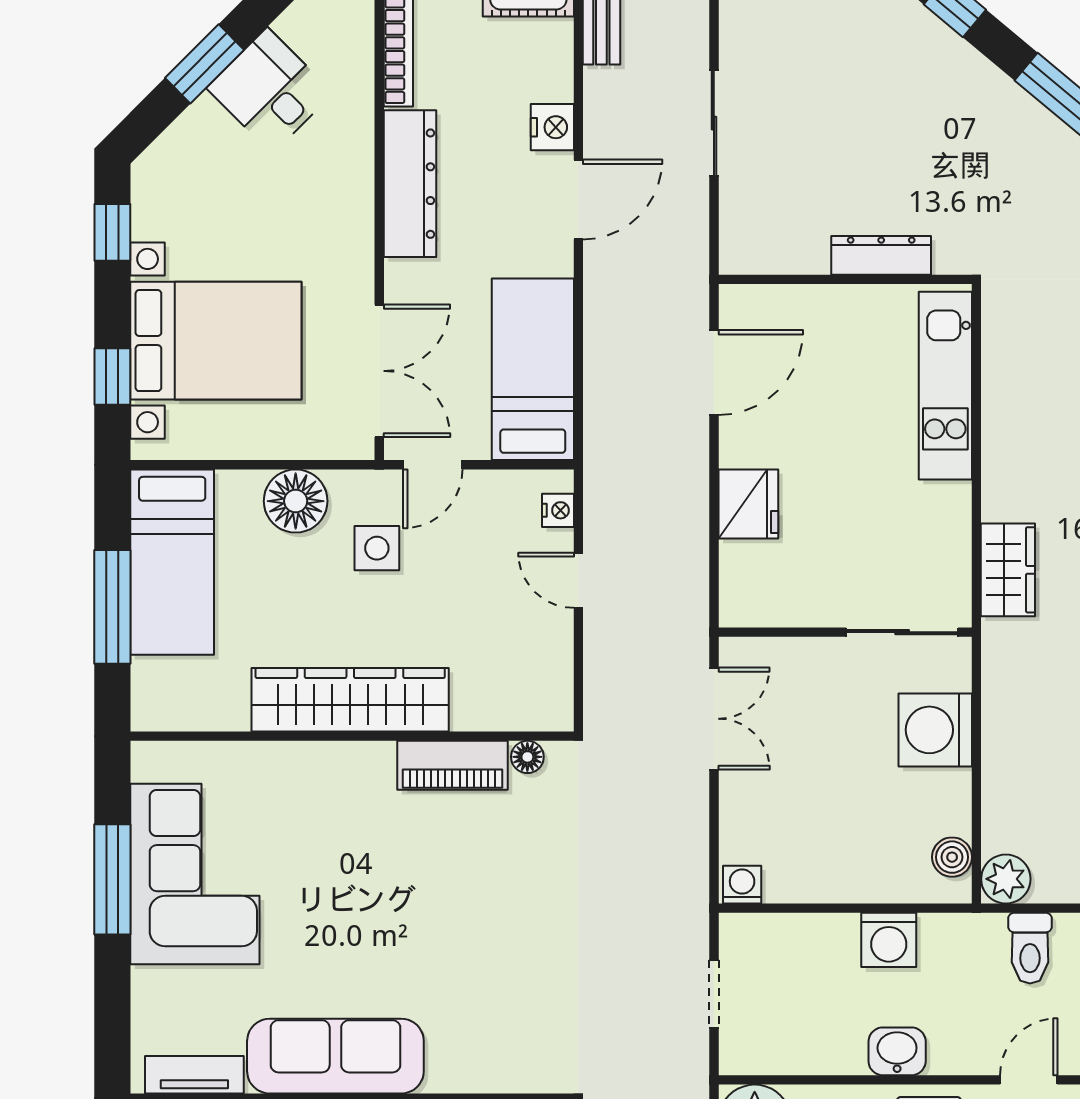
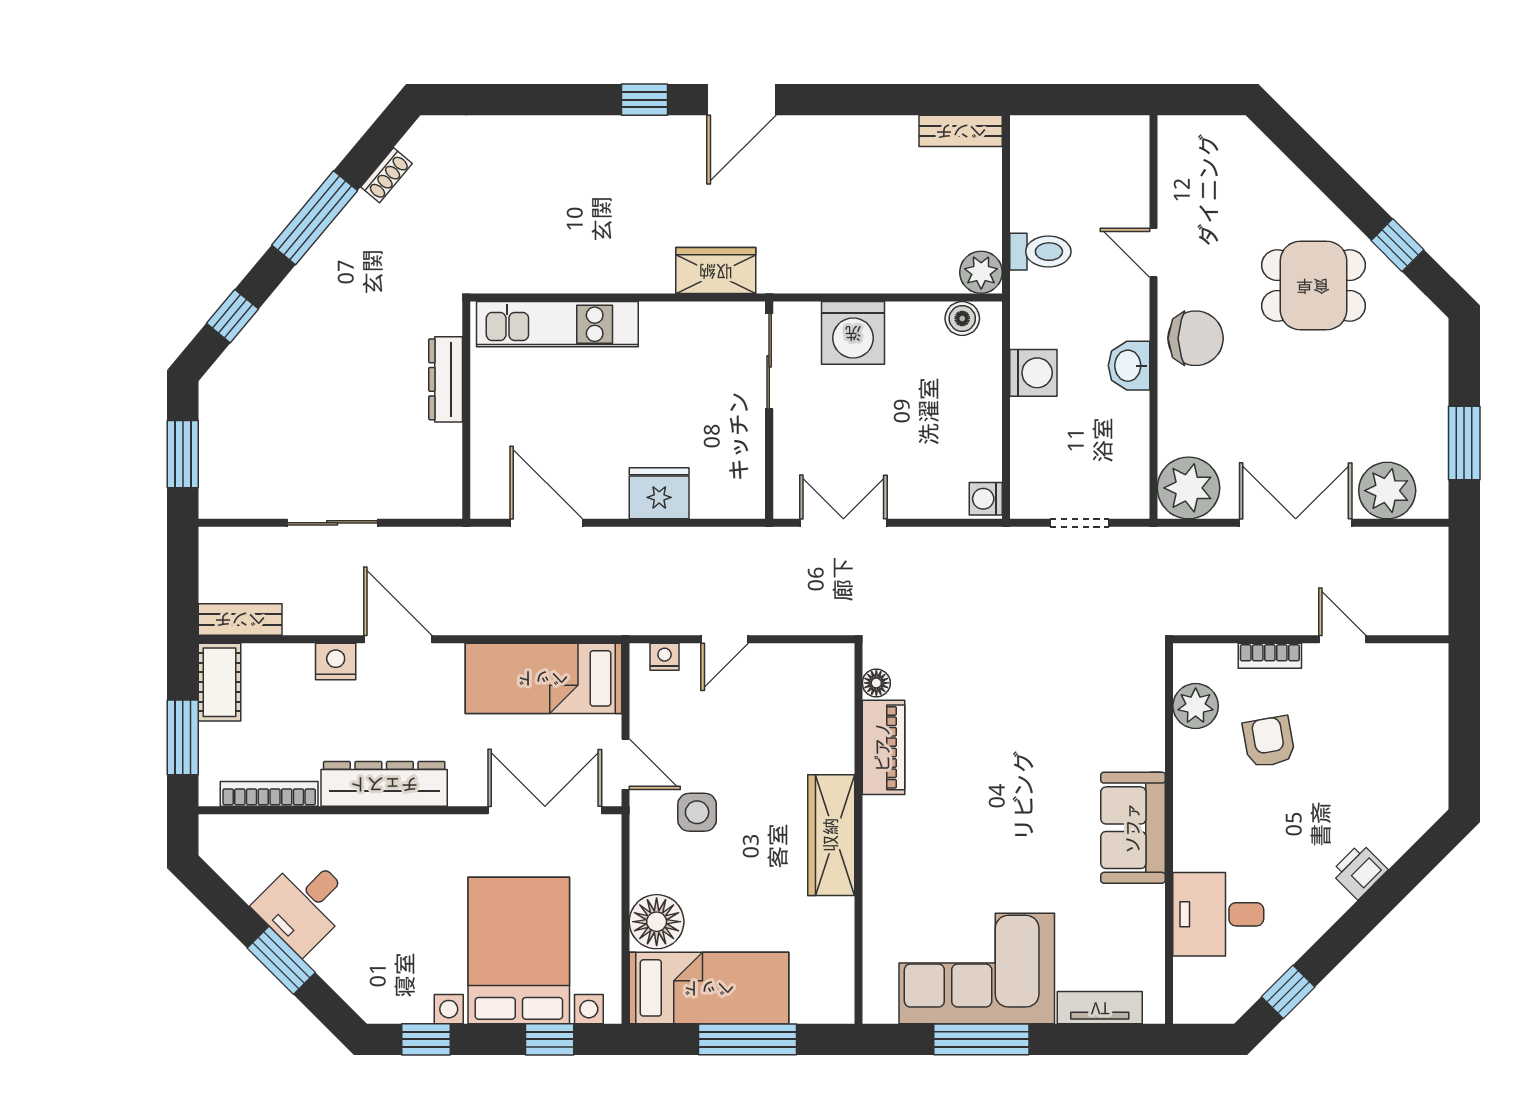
floor lamp: (296, 501) -> (657, 922), moved
wardrobe: (350, 700) -> (831, 835), width x0.71, depth x0.85
sofa: (335, 1056) -> (1133, 828), width x0.73
tv unit: (194, 1075) -> (1100, 1008), moved, turned 90

